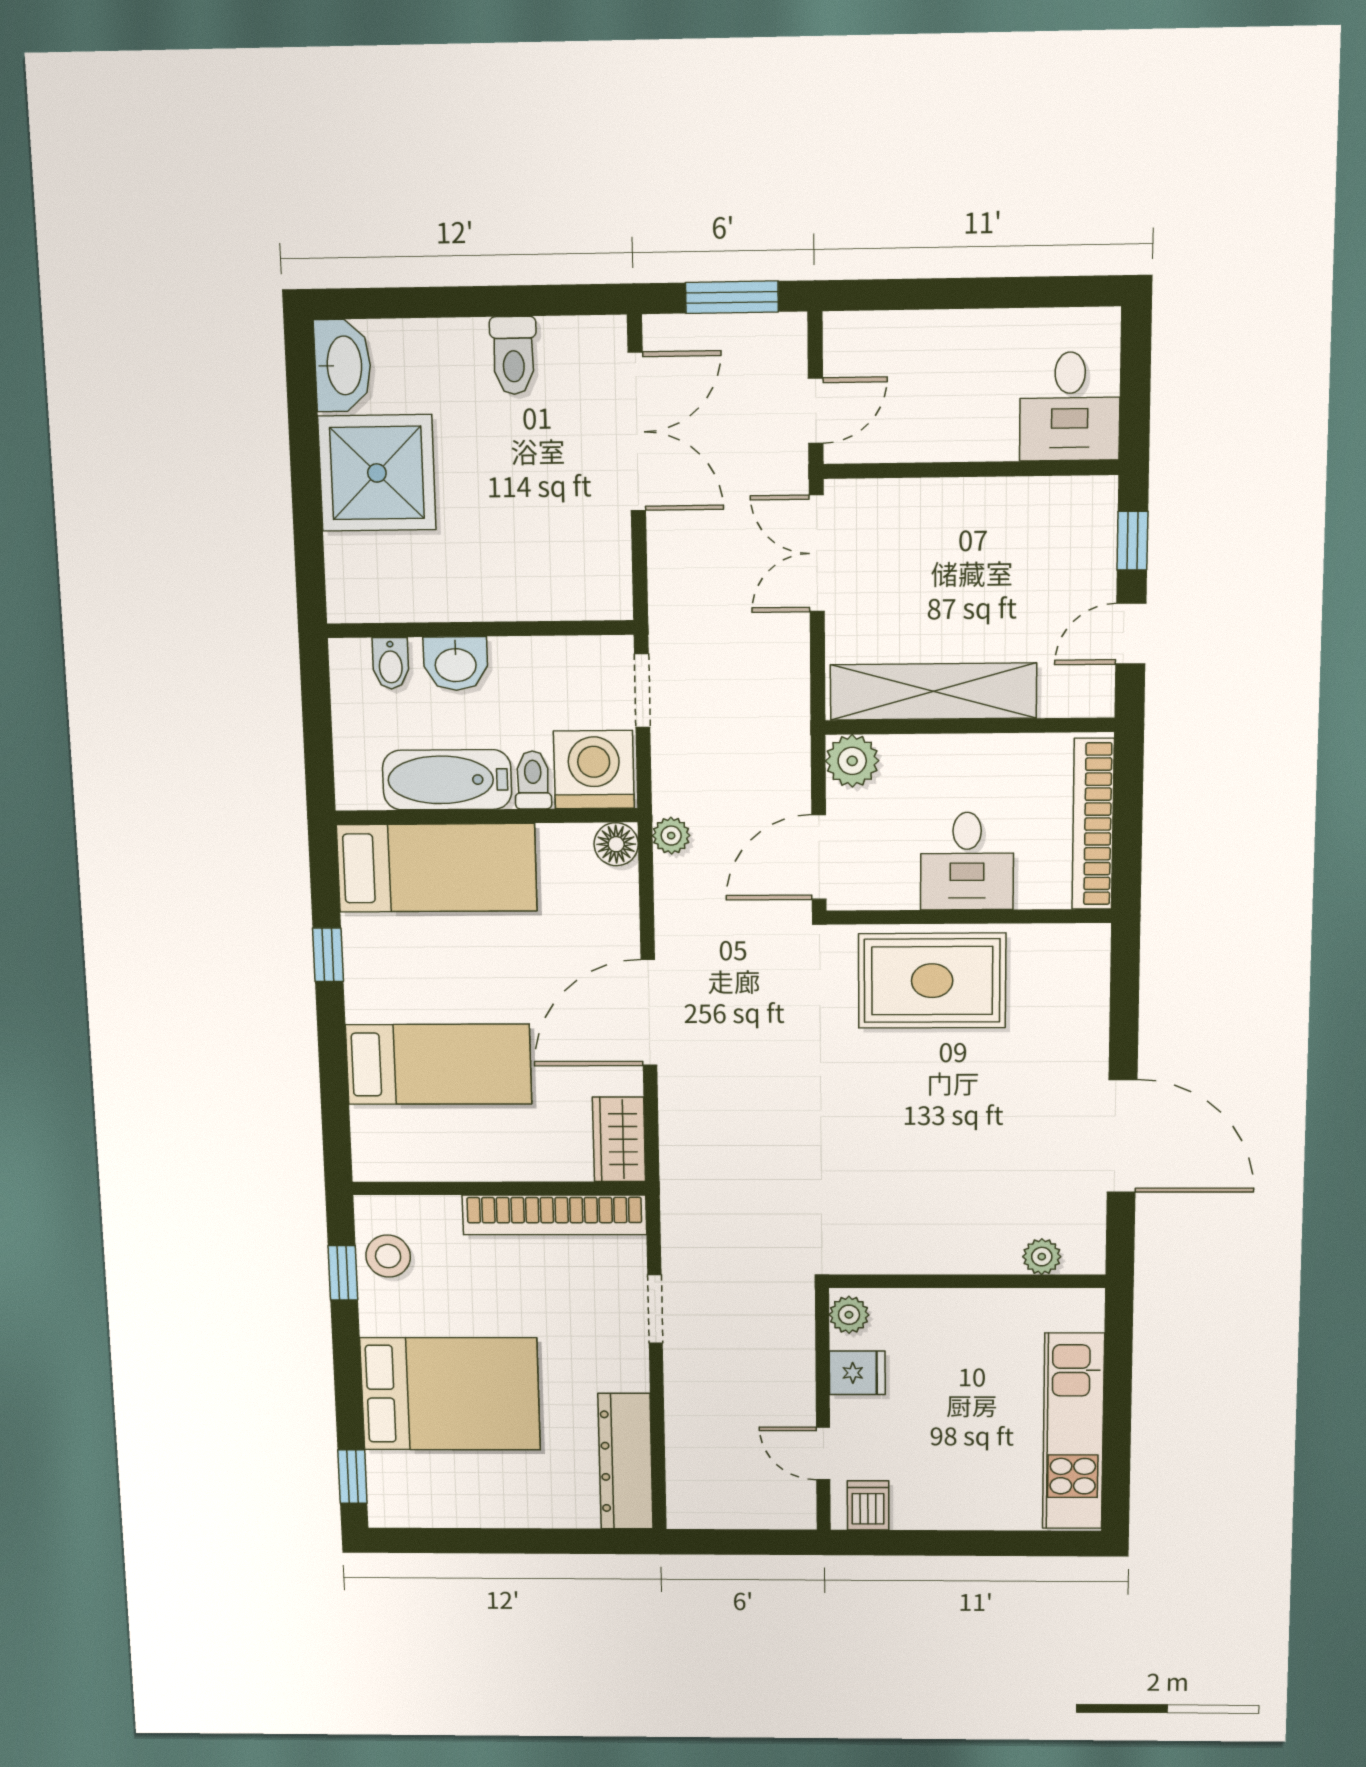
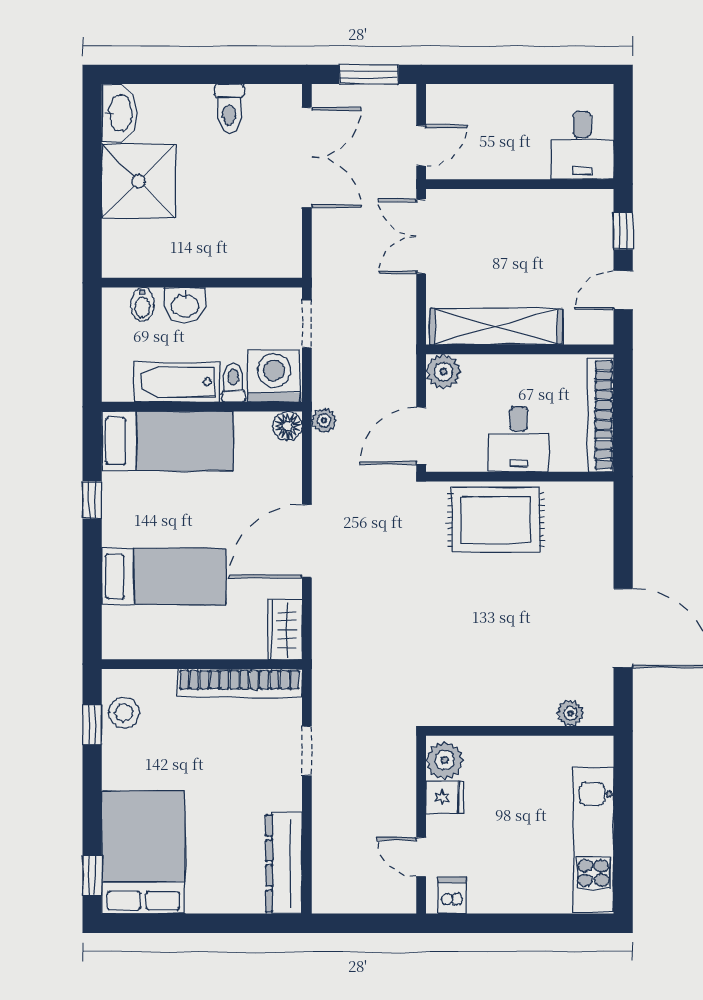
plant: (849, 1315) -> (445, 760), width x1.38, depth x1.38
bed: (450, 1394) -> (143, 852), moved, turned -90

